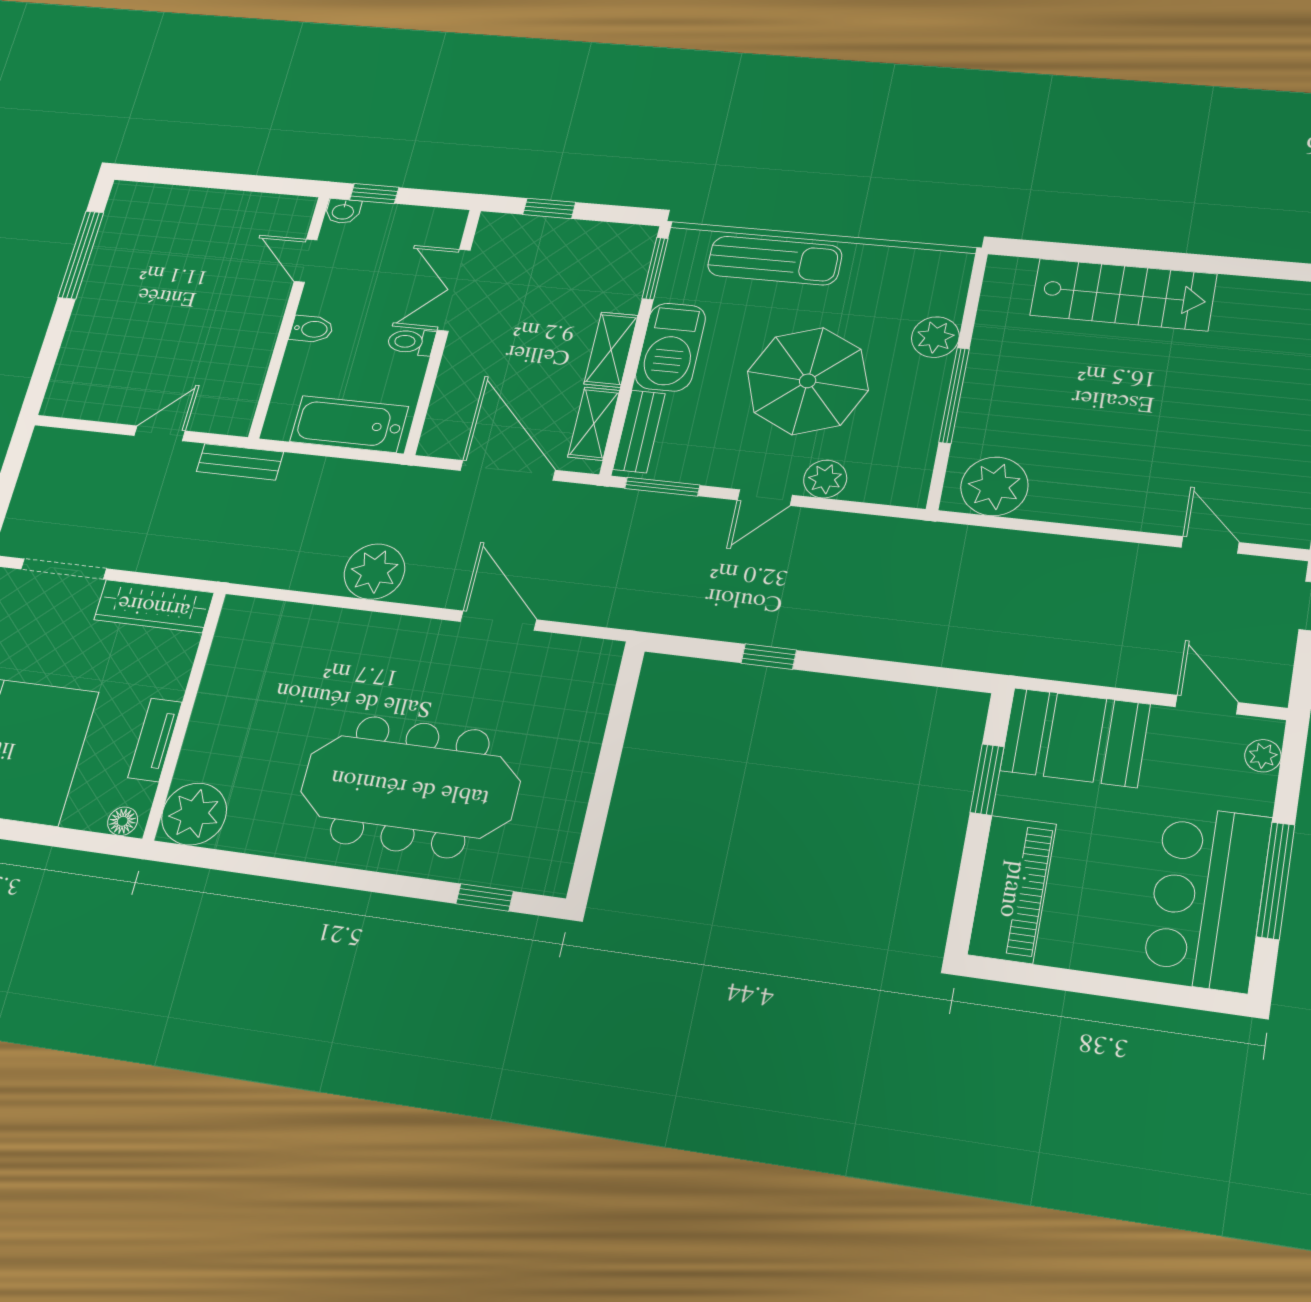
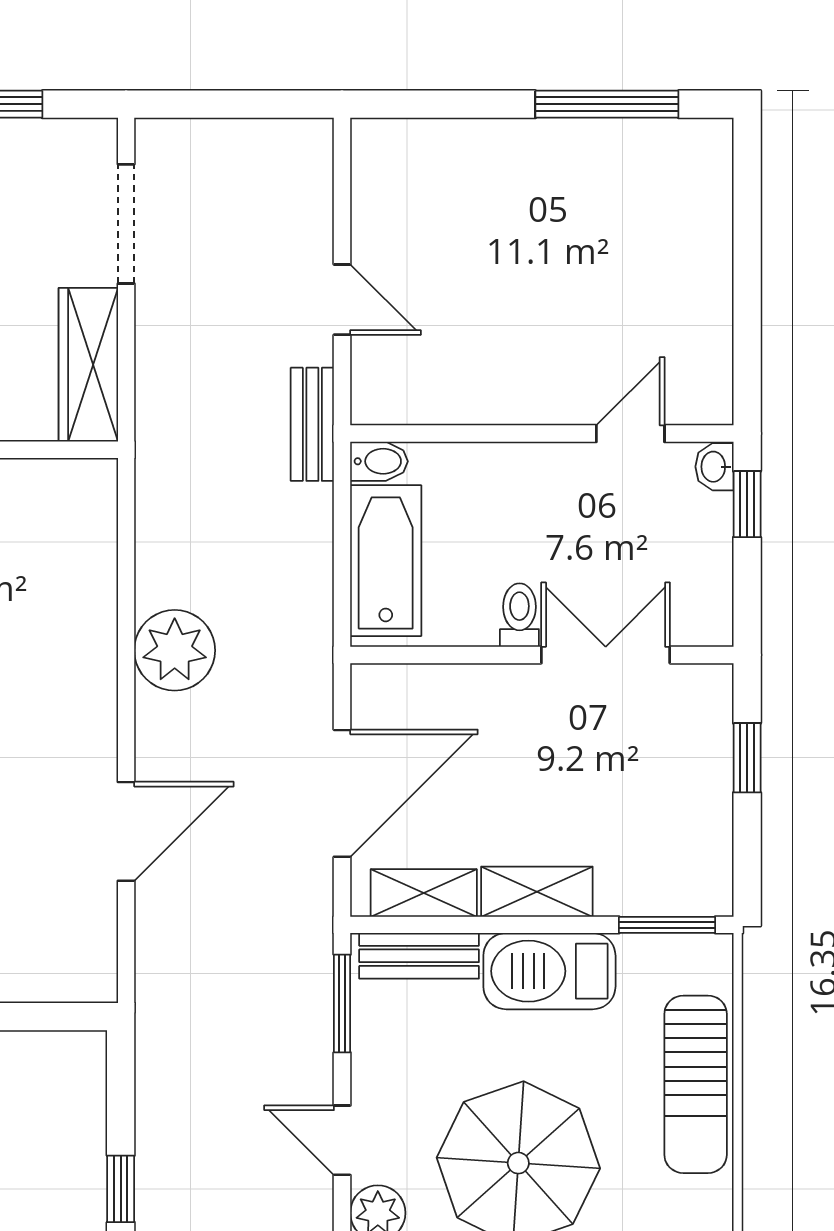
bidet: (312, 329) -> (379, 461), moved, turned -90

